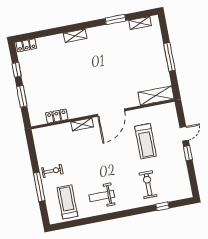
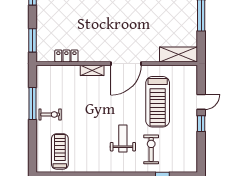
window: (22, 96) -> (32, 40), moved
treadmill: (146, 141) -> (158, 102), width x1.37, depth x1.38
window: (39, 187) -> (32, 104), moved
weight bench: (102, 196) -> (123, 139), moved, turned 90

